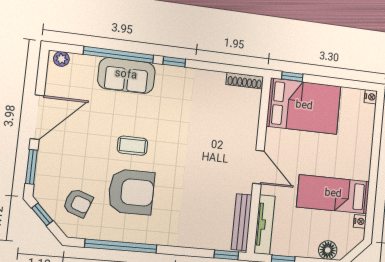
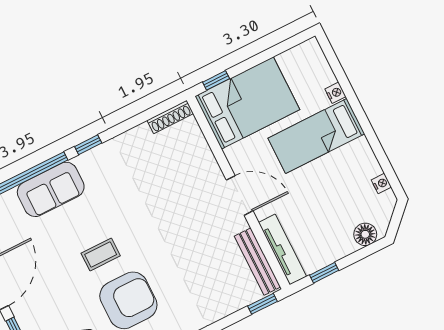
nightstand: (371, 97) -> (335, 93), moved
bed: (333, 194) -> (316, 136), moved

